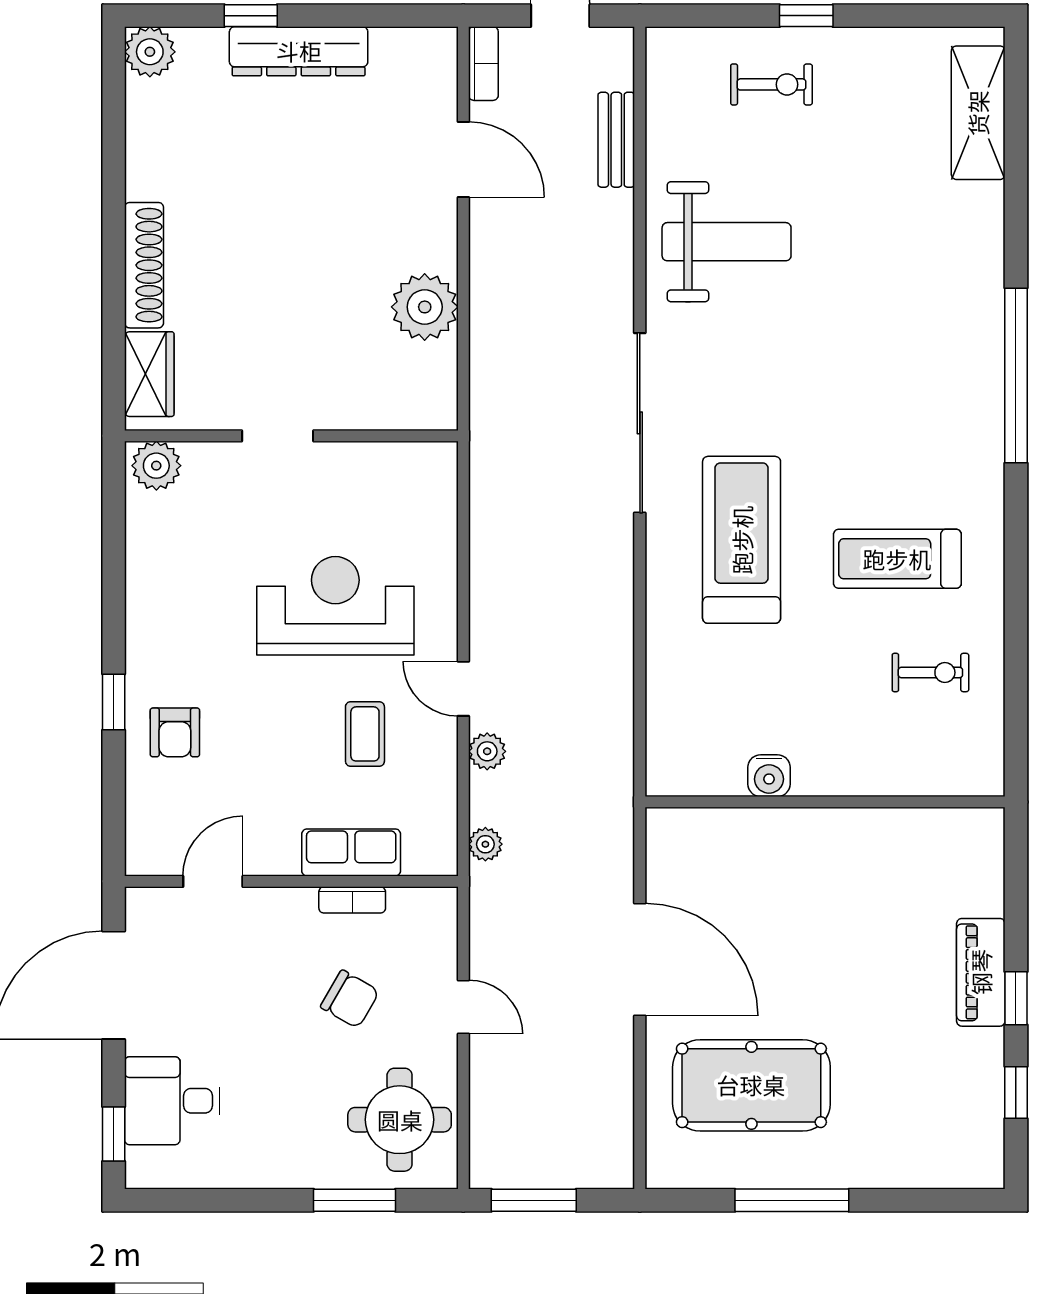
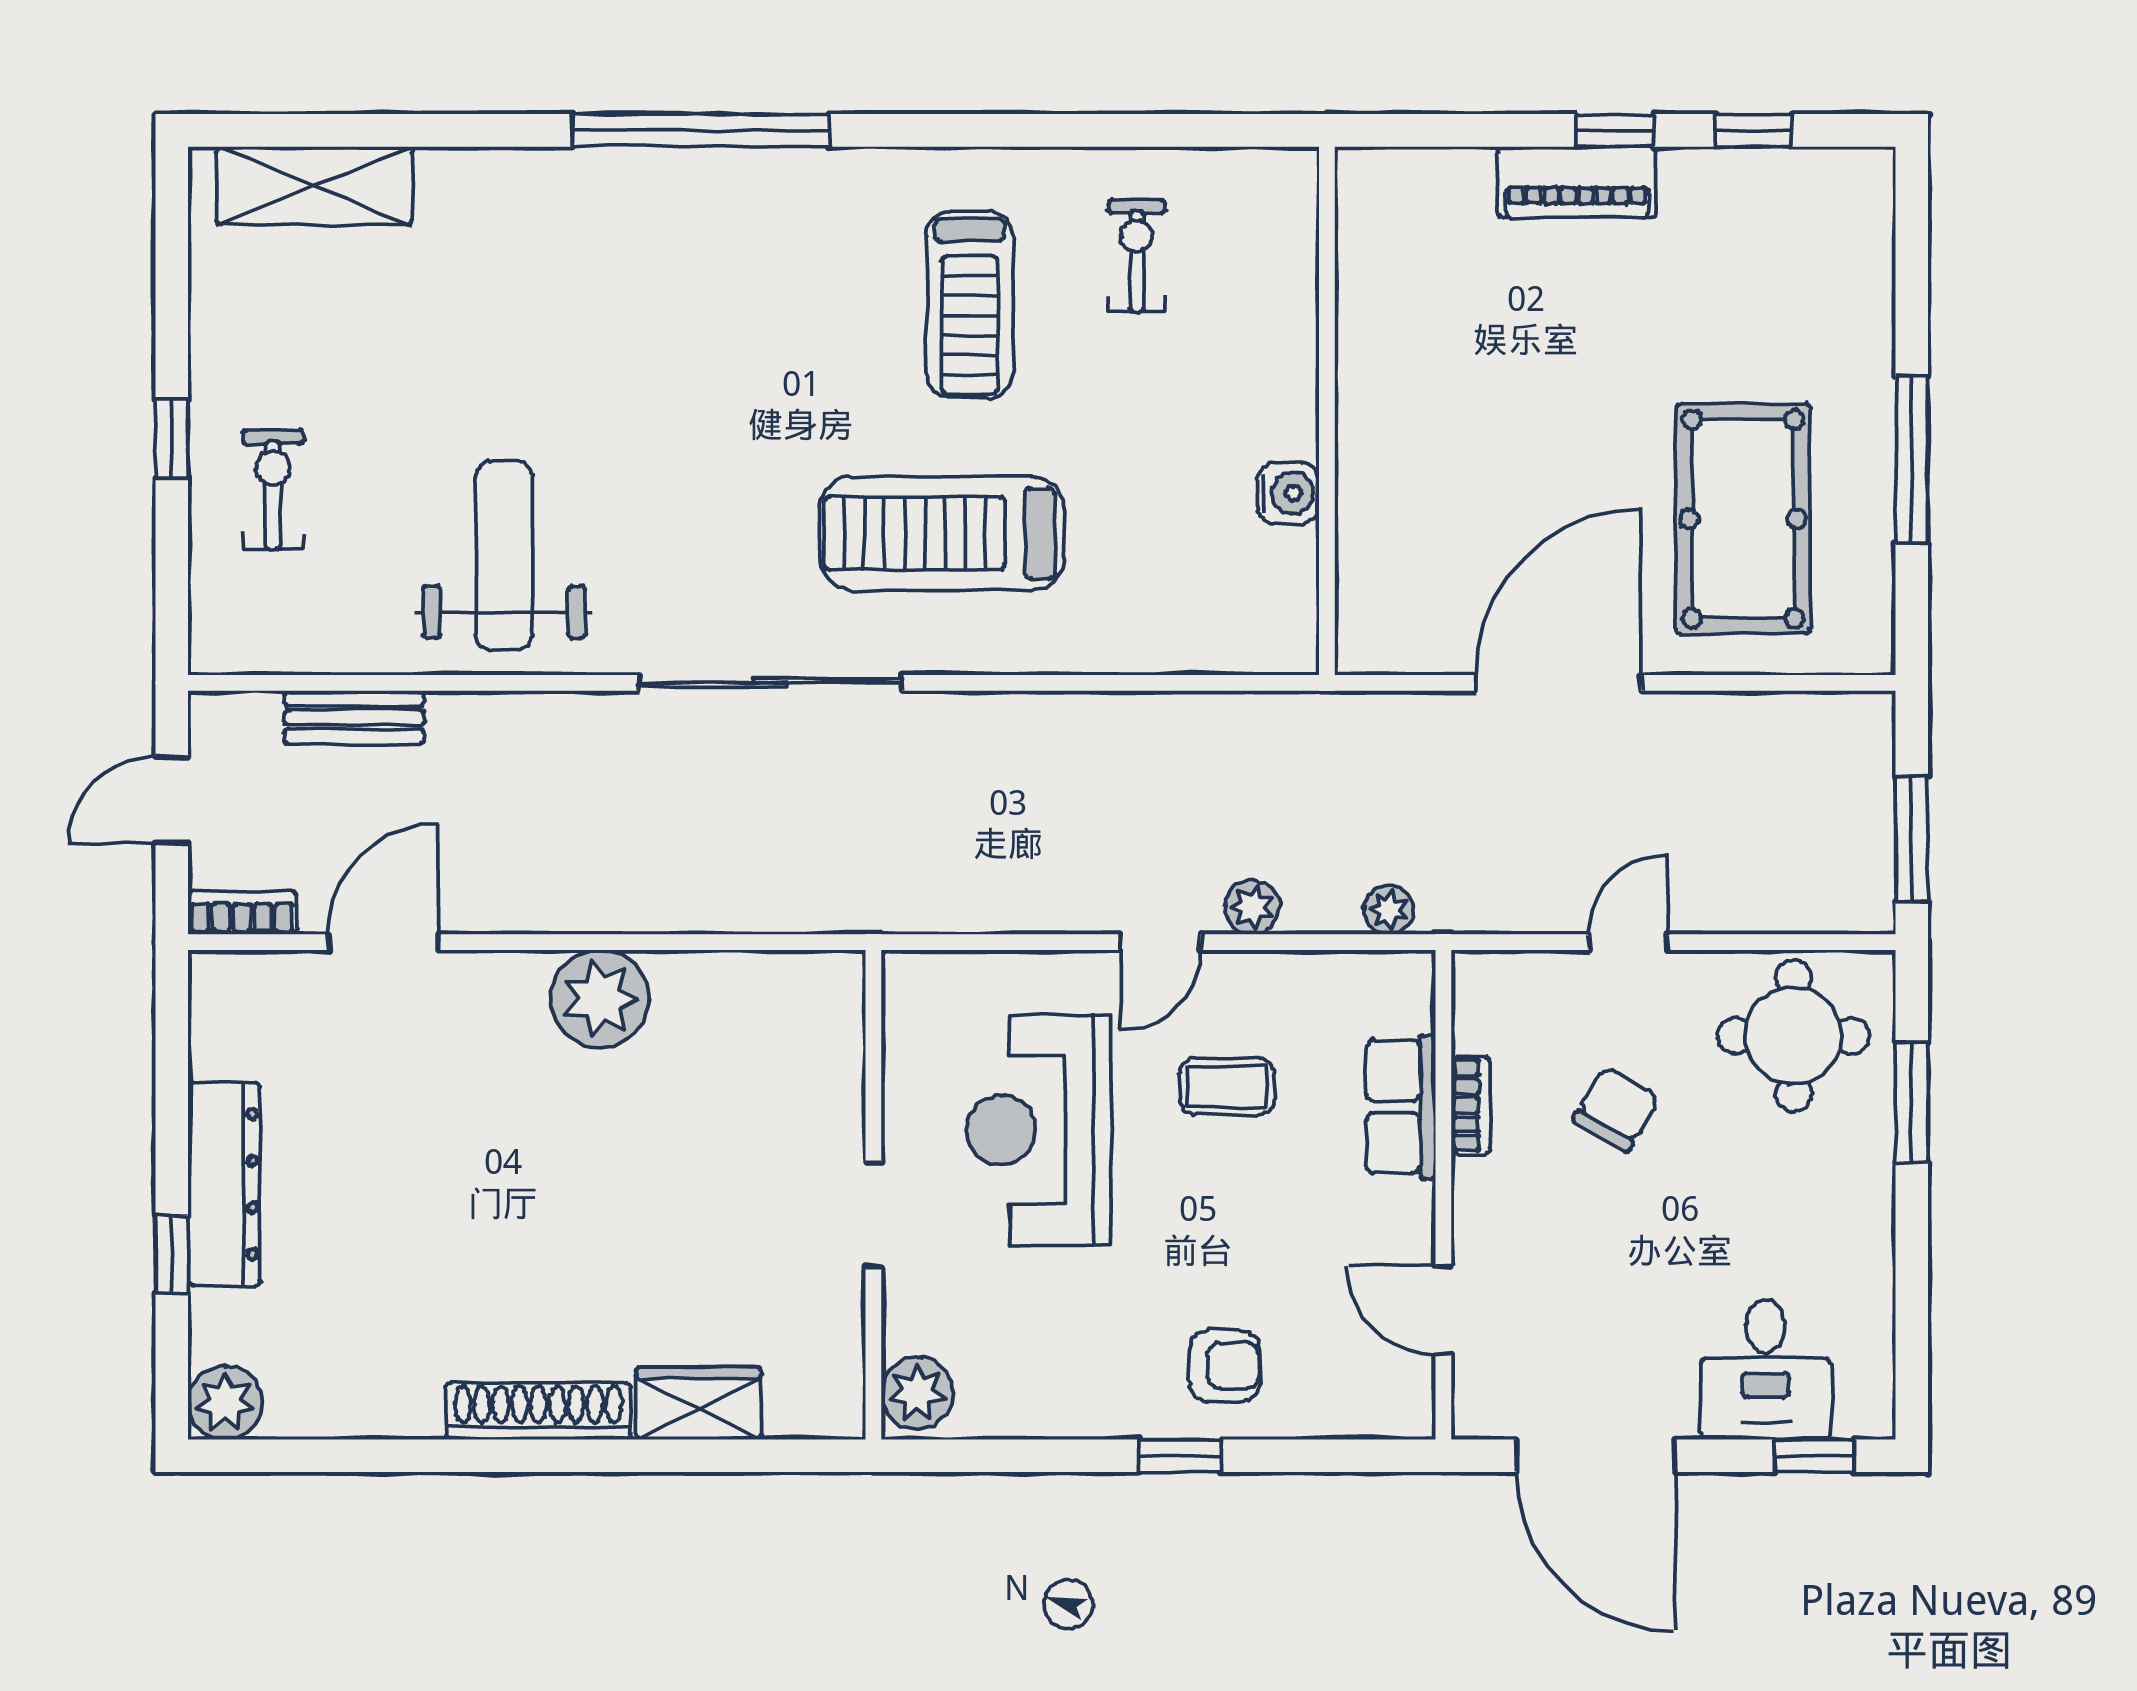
doorway: (278, 436) -> (873, 1215), moved
wall: (291, 436) -> (873, 1195), moved
plant: (156, 466) -> (917, 1393), moved

